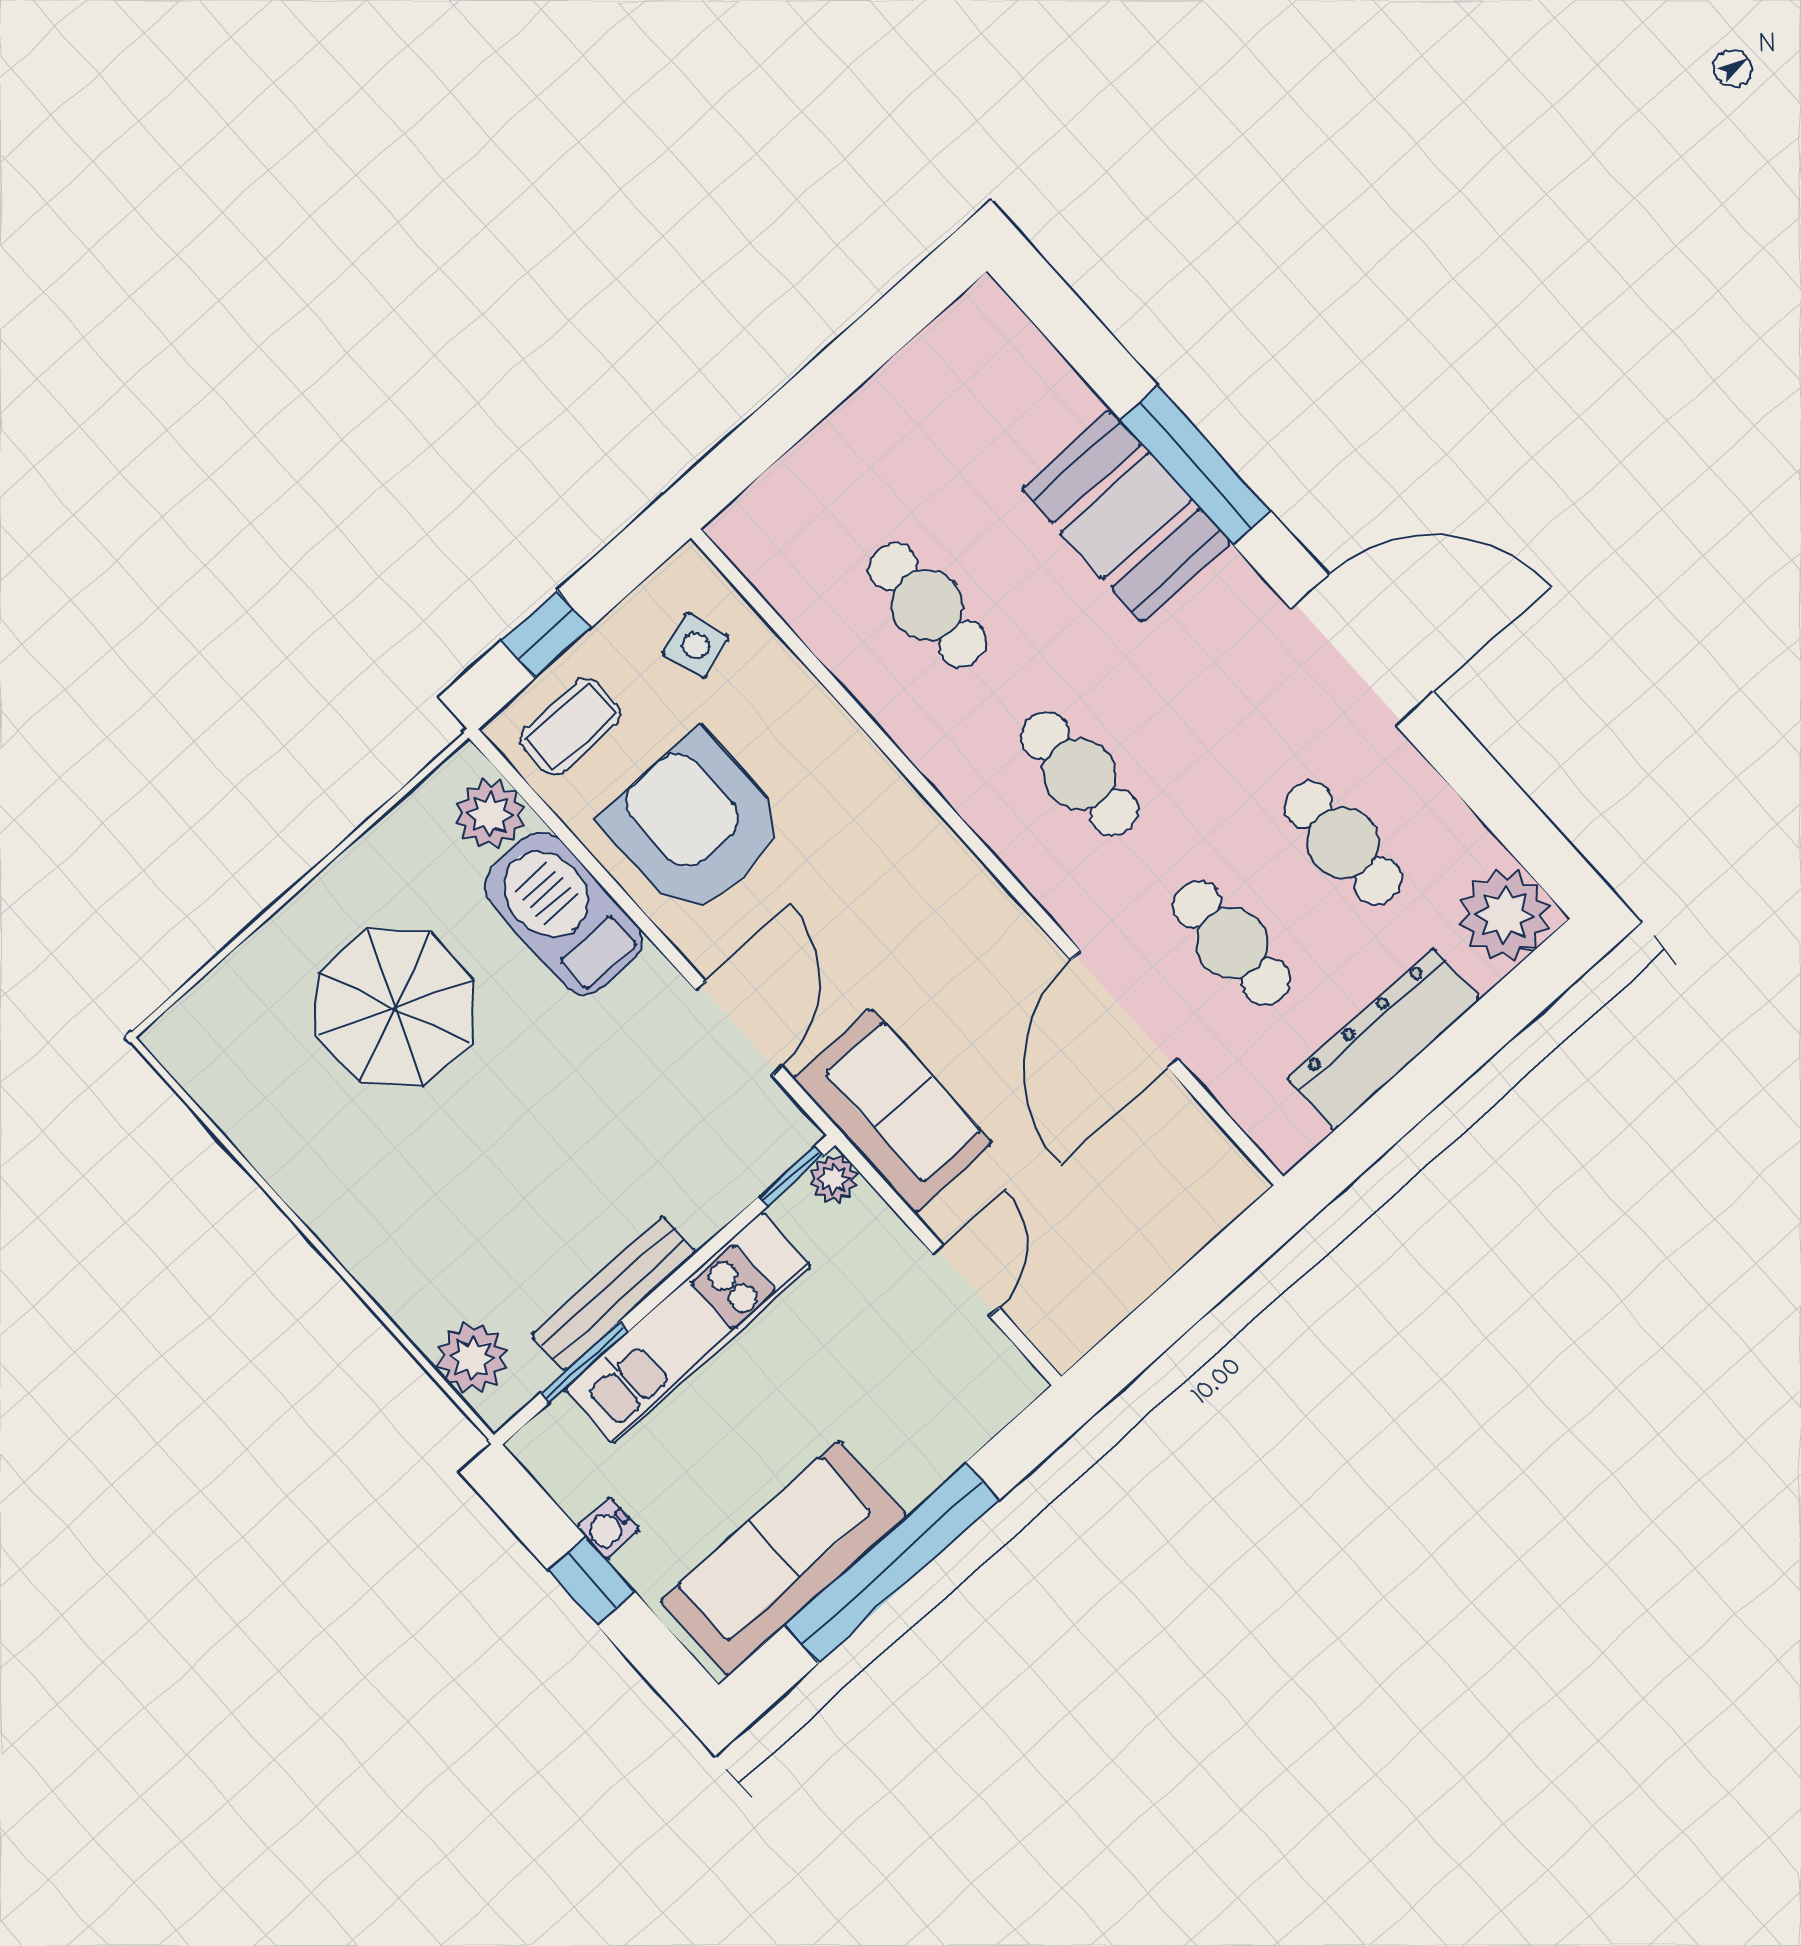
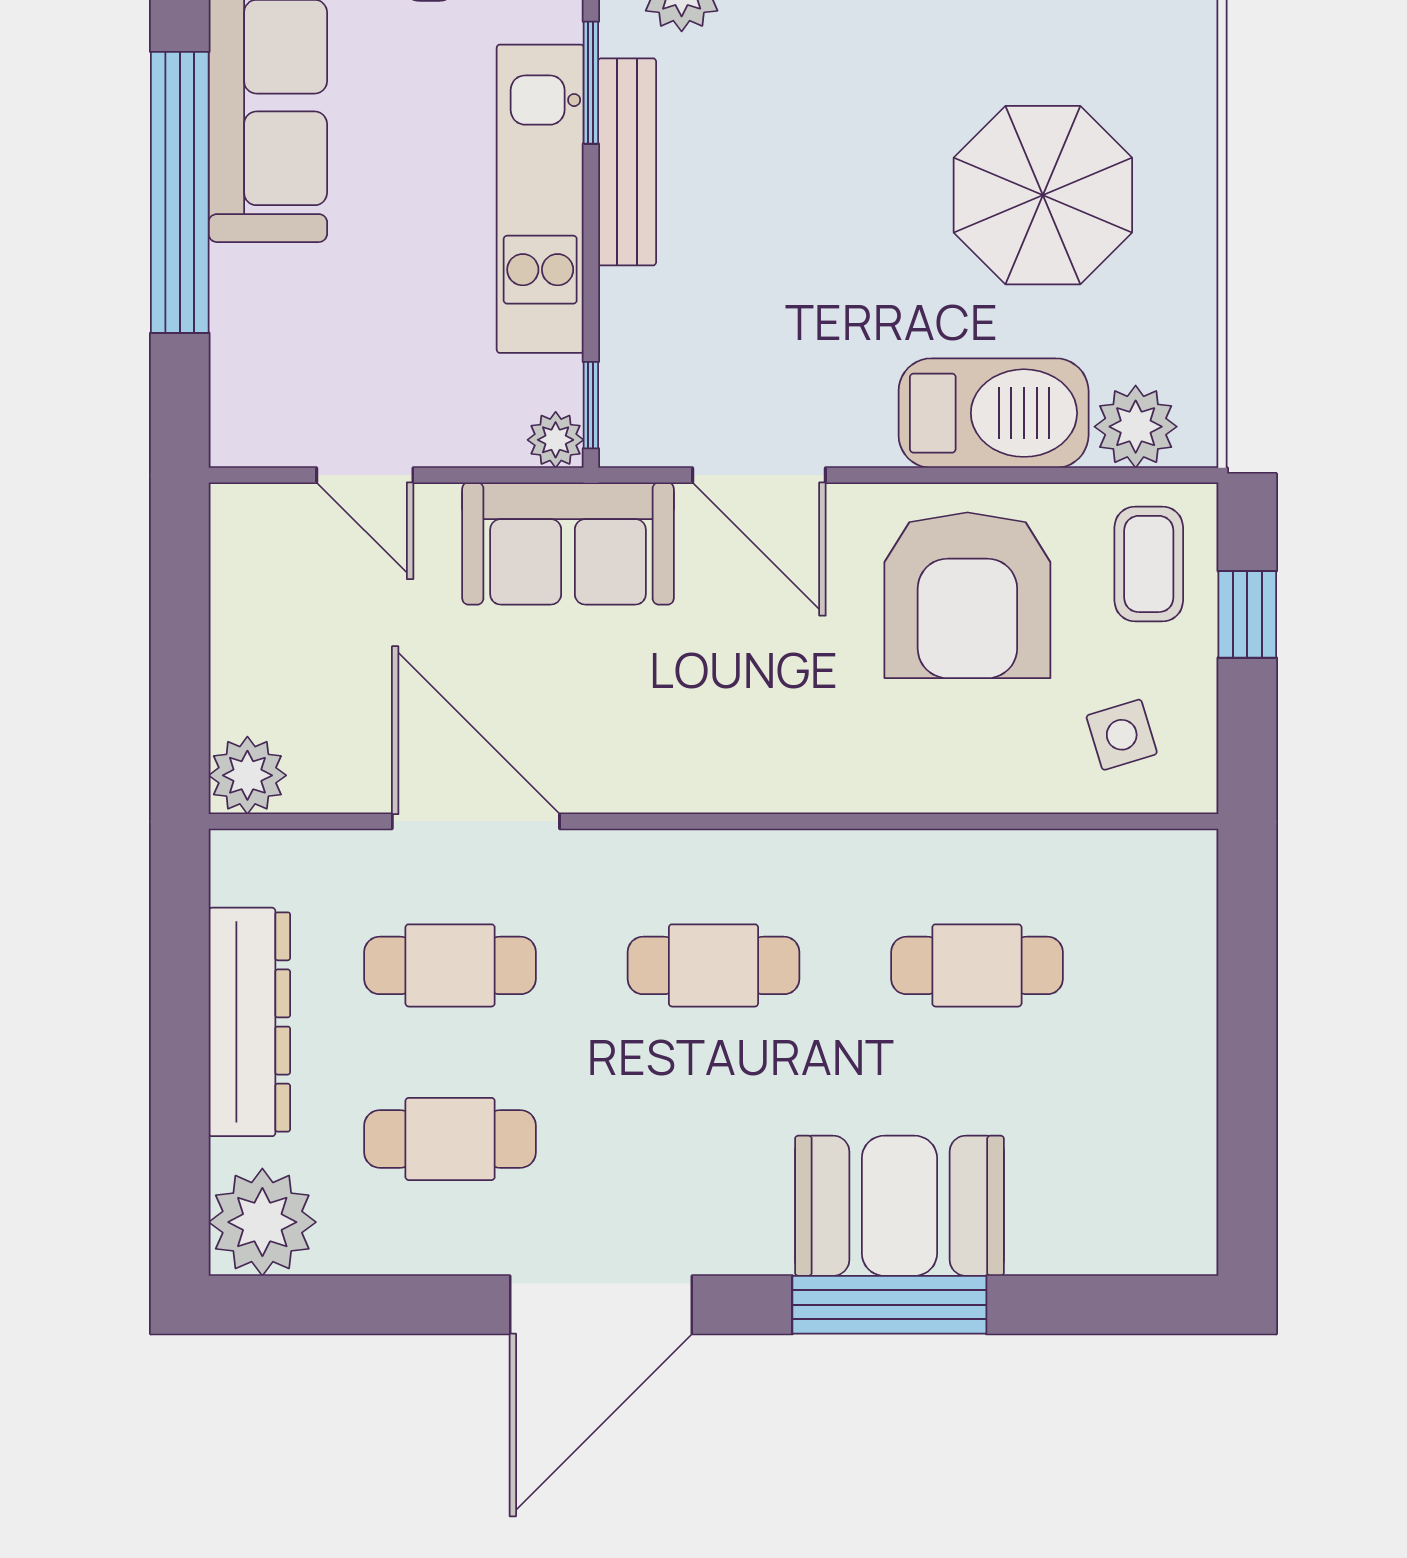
armchair: (695, 825) -> (967, 595), turned 90
plant: (1227, 1183) -> (247, 775), added

